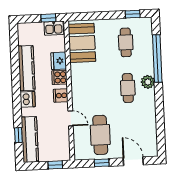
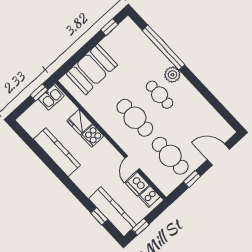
cafe table: (126, 42) -> (135, 118), moved, width x1.37, depth x1.35
booth: (82, 43) -> (92, 69), moved, turned 90
cooker: (61, 96) -> (149, 197), moved
dishwasher: (28, 99) -> (137, 184), moved, turned 180
door: (71, 118) -> (132, 163), swing flipped
window: (55, 165) -> (141, 227), moved

